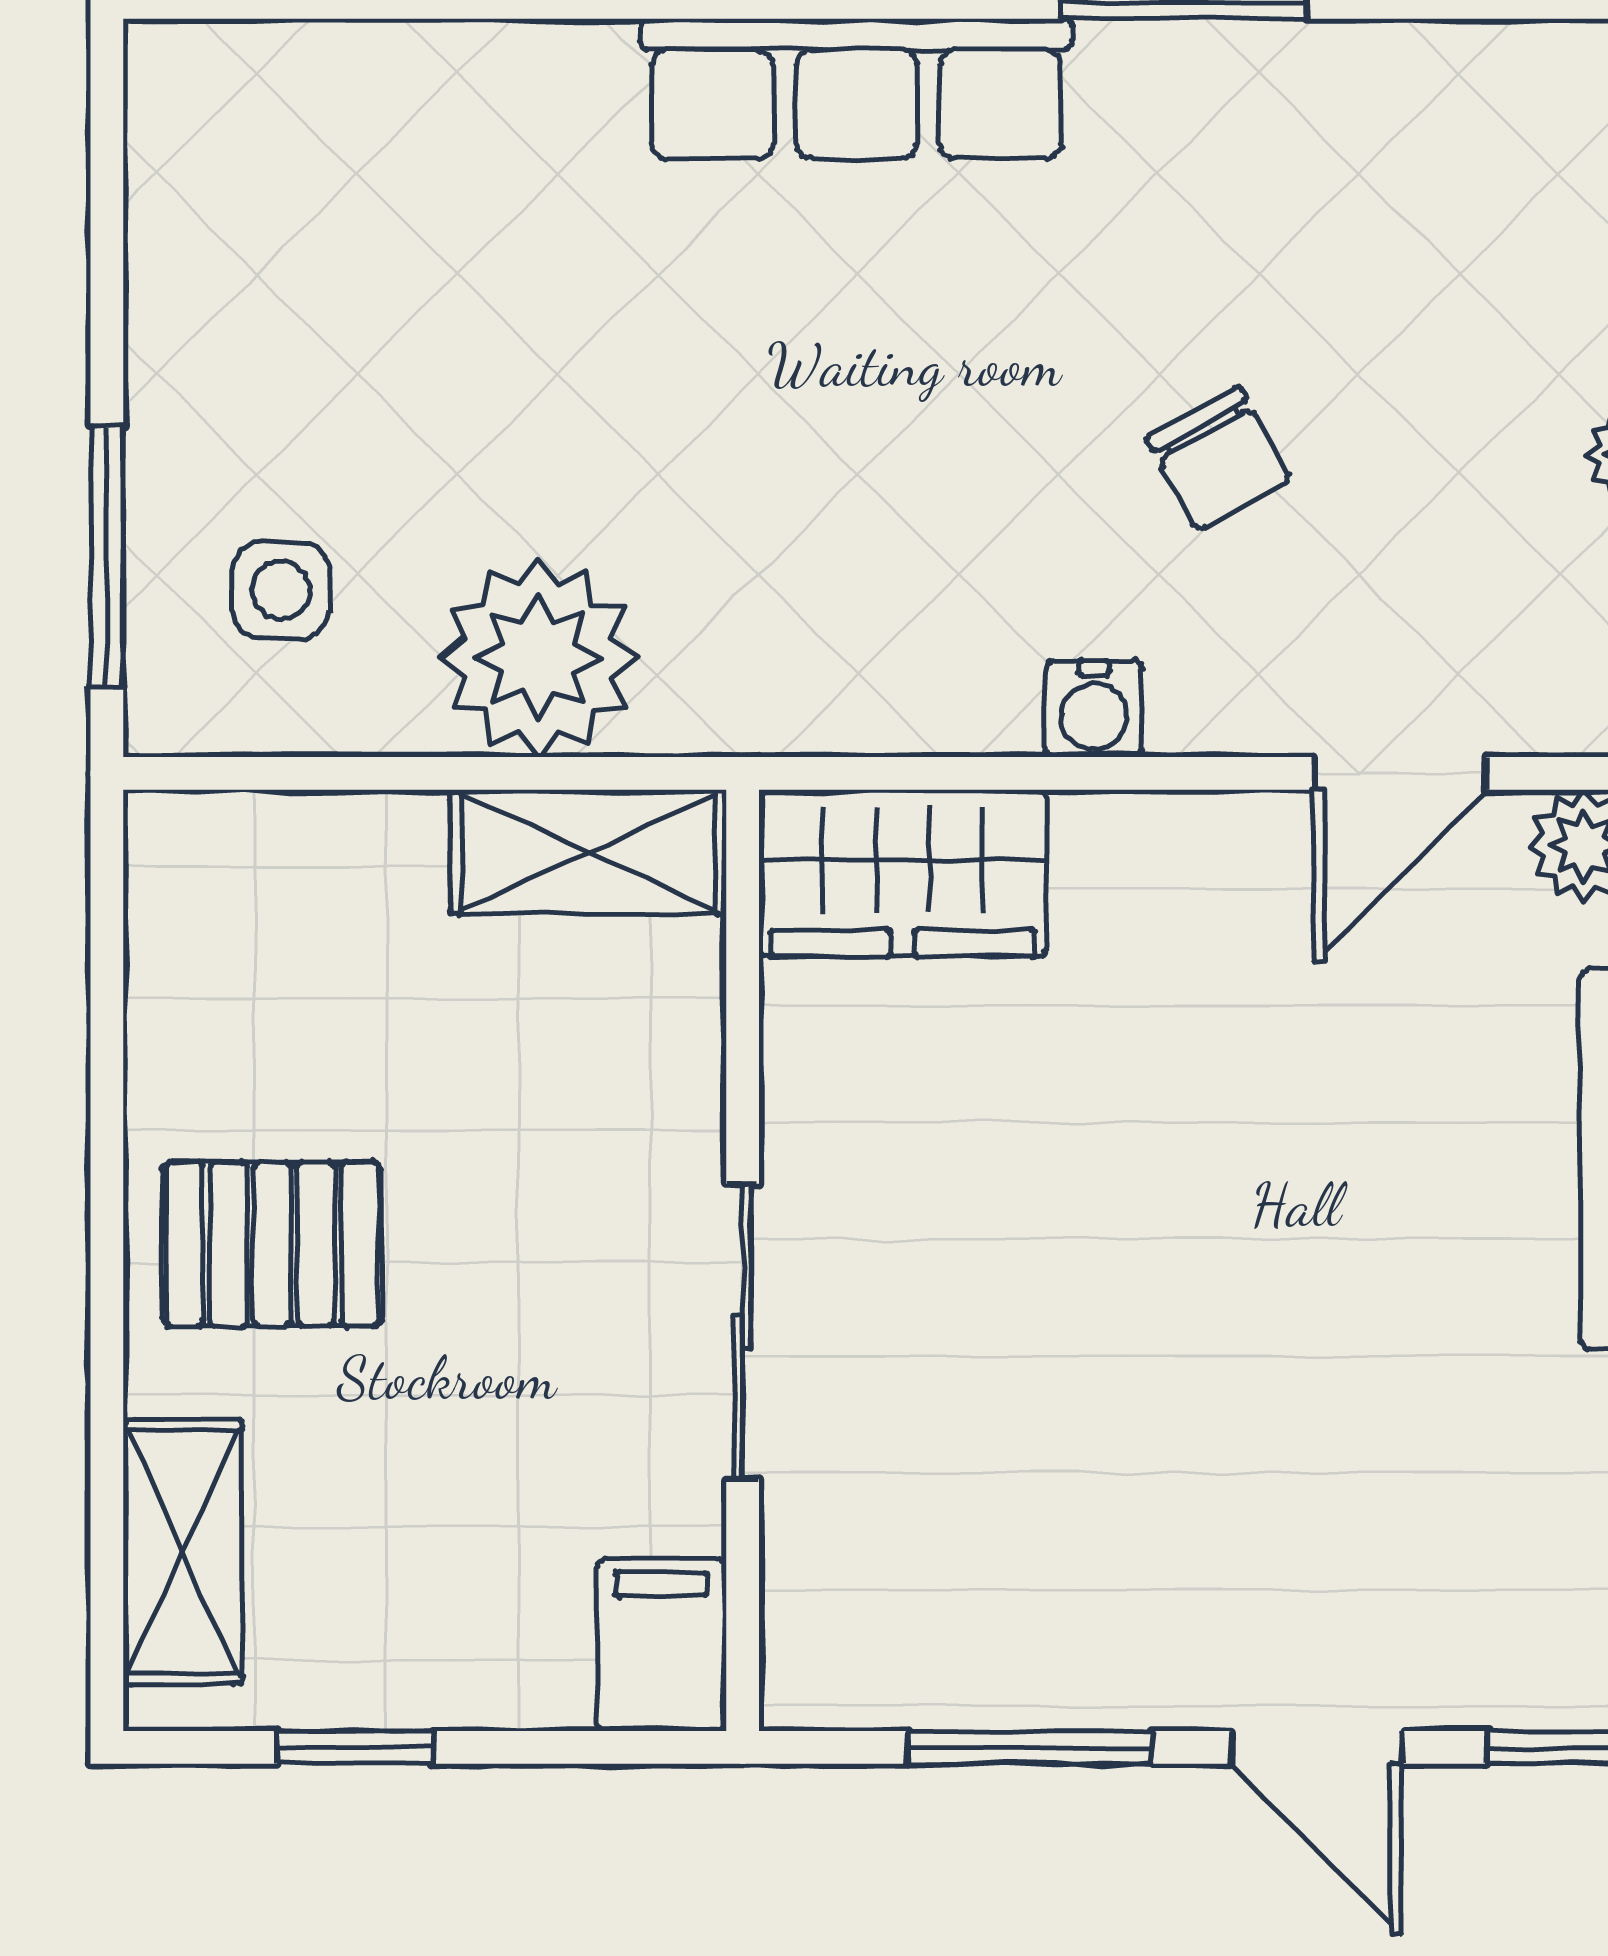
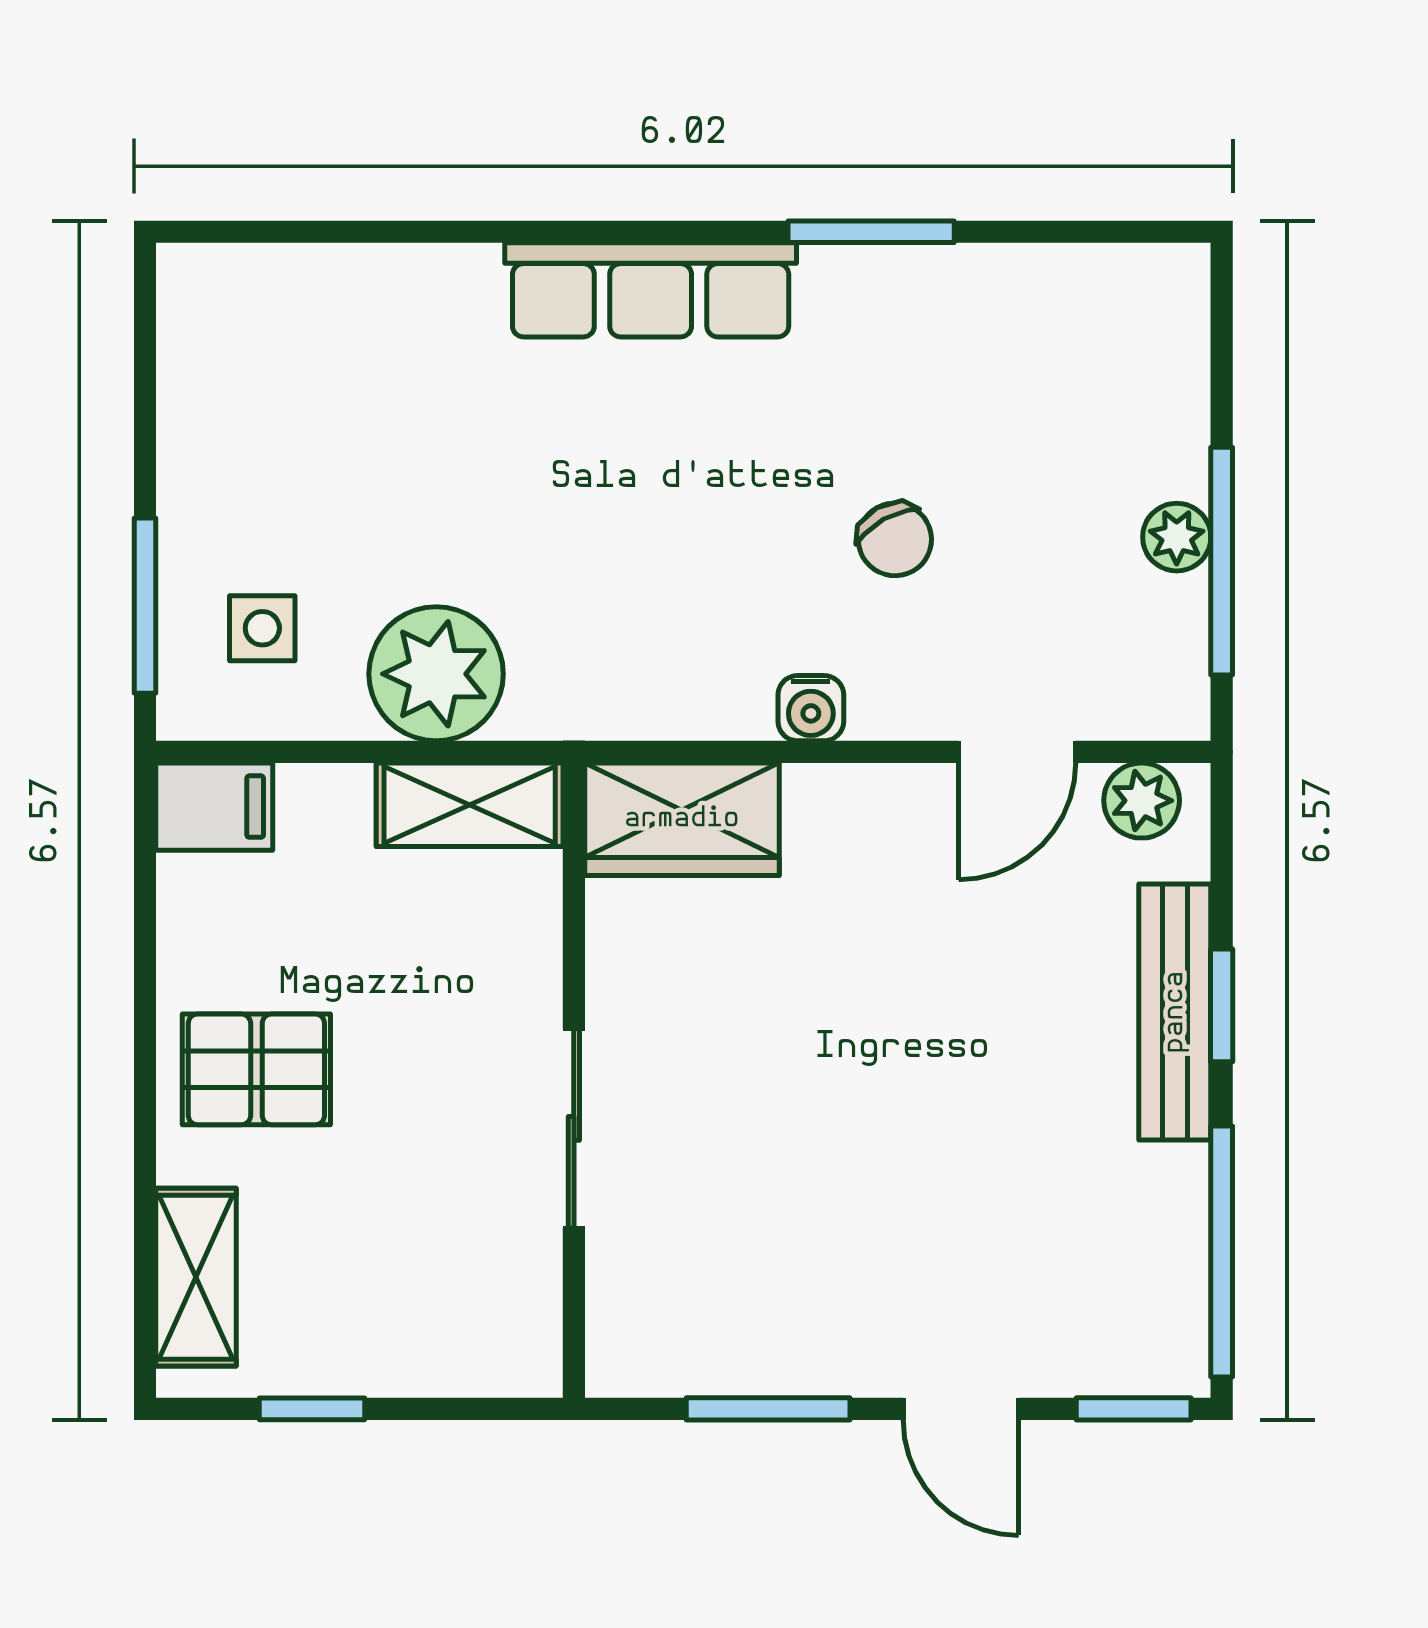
filing cabinet: (661, 1645) -> (214, 807), moved, turned 90

